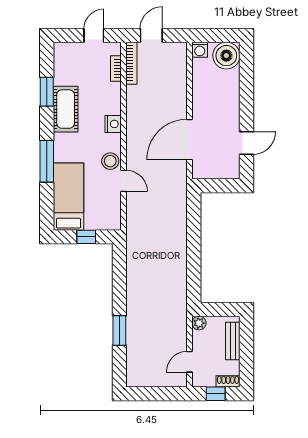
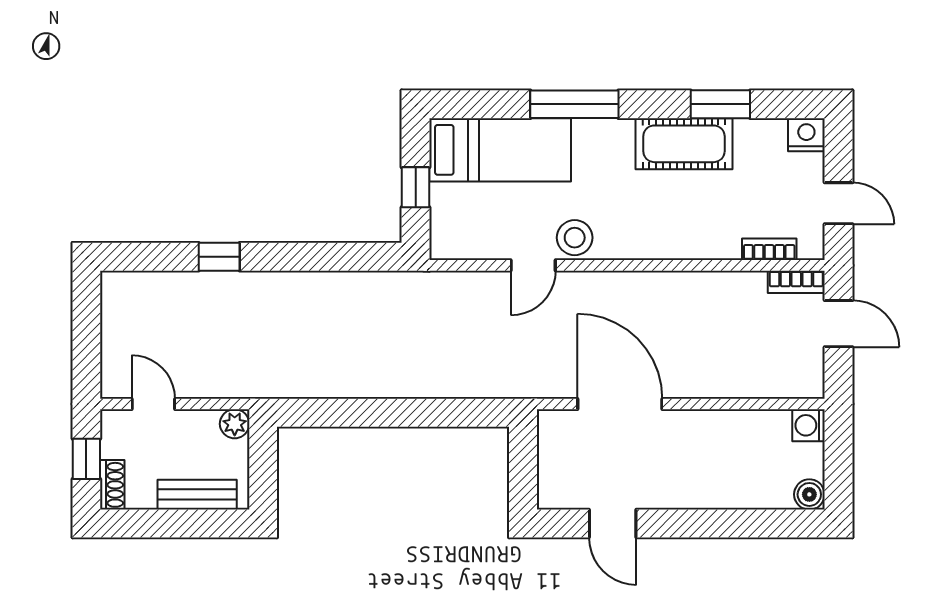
boiler: (226, 56) -> (809, 494), width x0.54, depth x0.54
bookcase: (131, 63) -> (796, 282), width x0.64
nightstand: (113, 124) -> (806, 135), moved, turned 180
window: (119, 330) -> (219, 257), width x0.67

